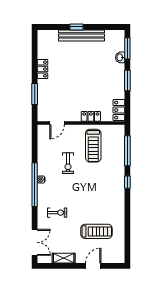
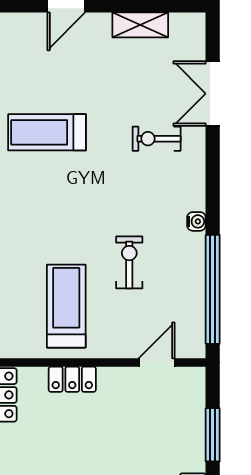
window: (35, 185) -> (213, 289), moved
treadmill: (96, 231) -> (47, 132), moved
double door: (35, 242) -> (213, 94), moved

